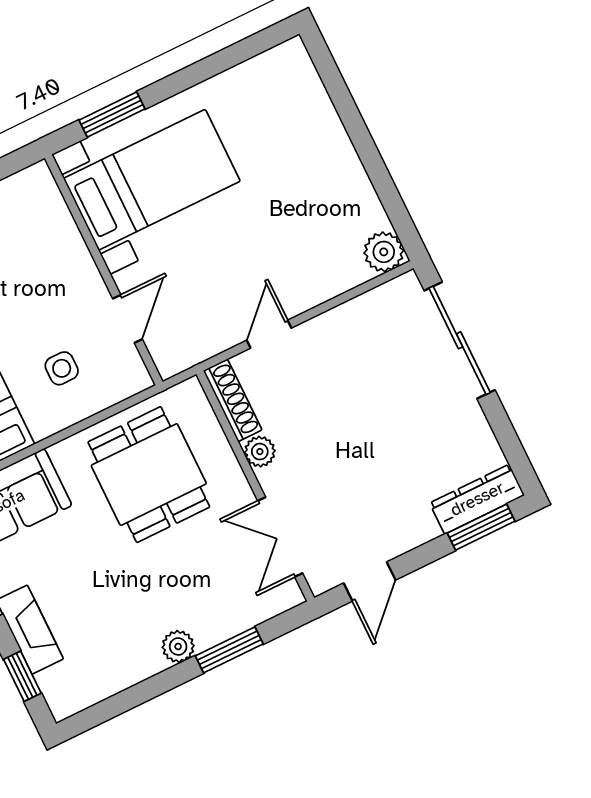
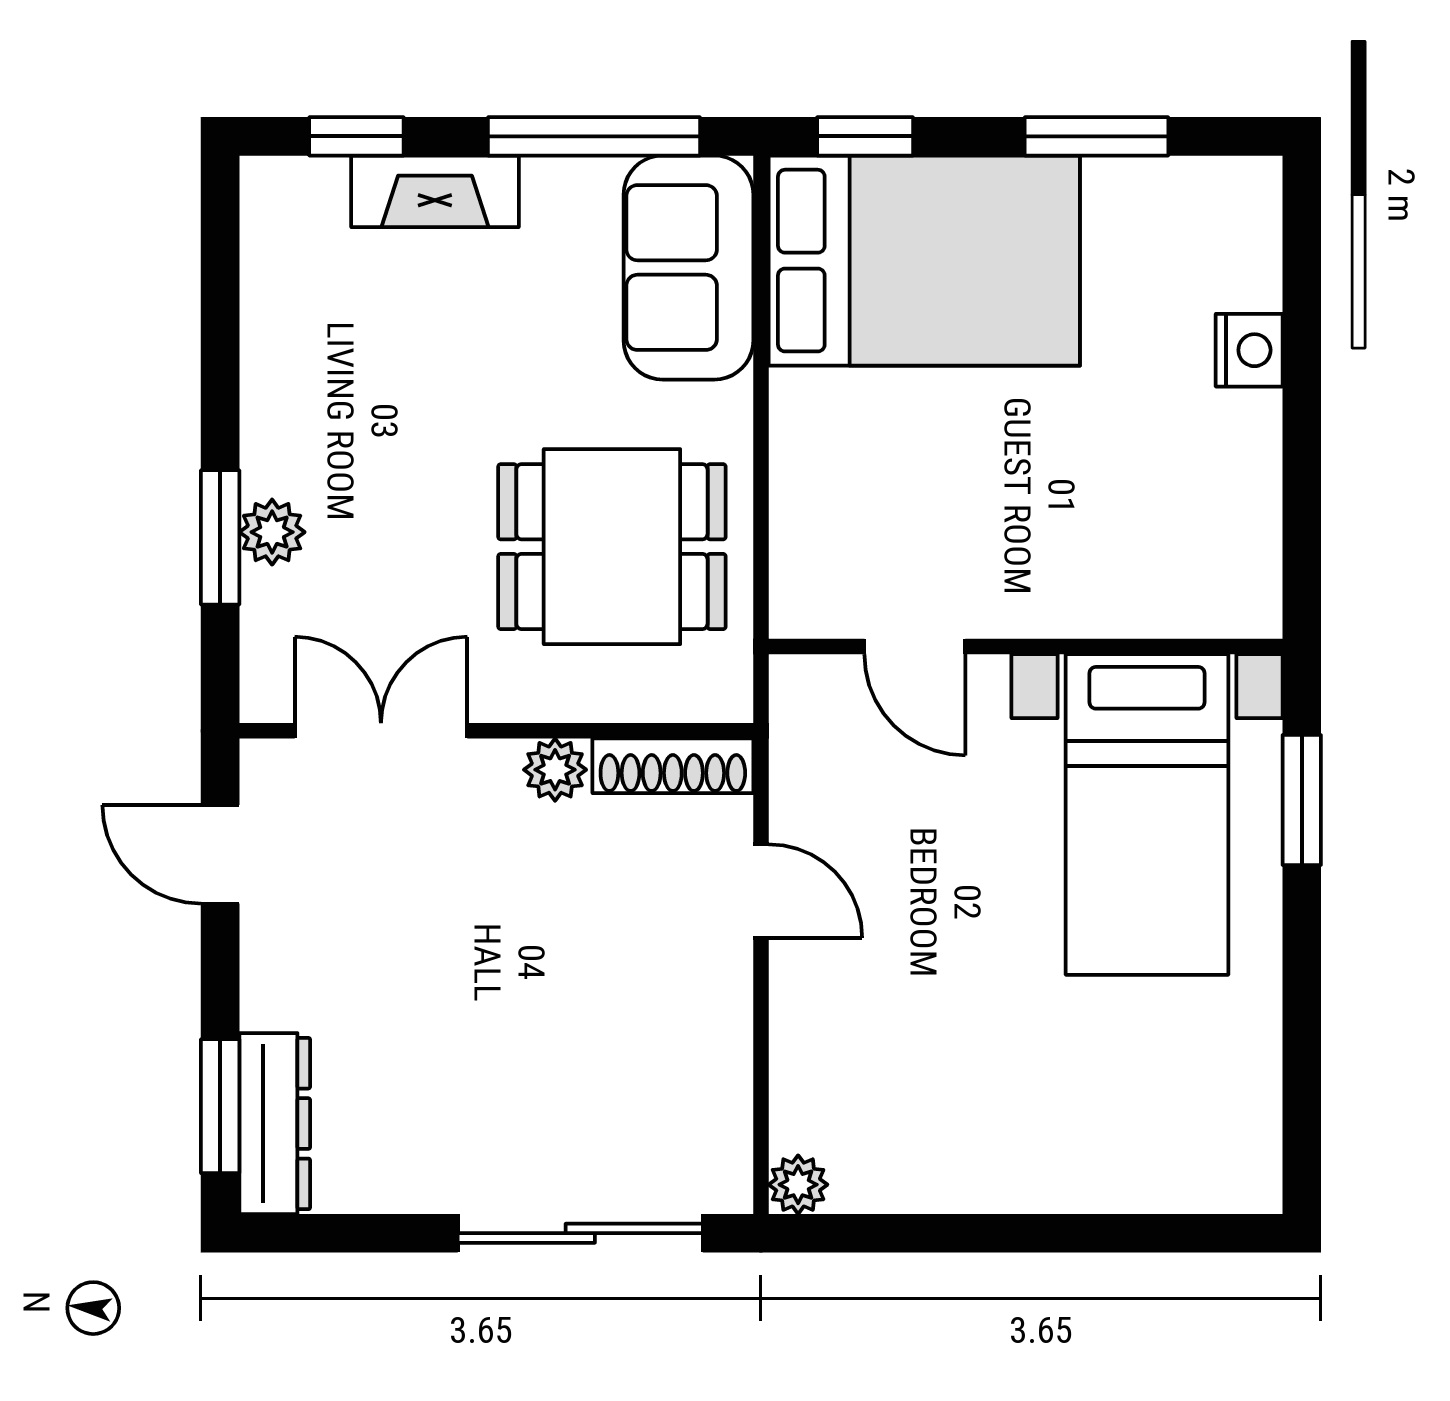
plant: (384, 252) -> (798, 1185), width x0.73, depth x0.73
side table: (62, 368) -> (883, 482), removed
plant: (178, 646) -> (272, 532), moved

